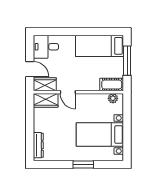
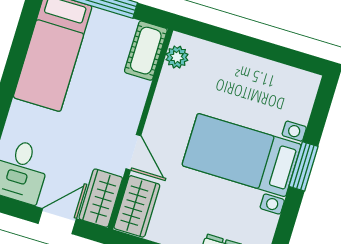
door: (68, 92) -> (133, 152), hinge flipped
bed with nightstands: (100, 135) -> (242, 155), moved, turned 90

